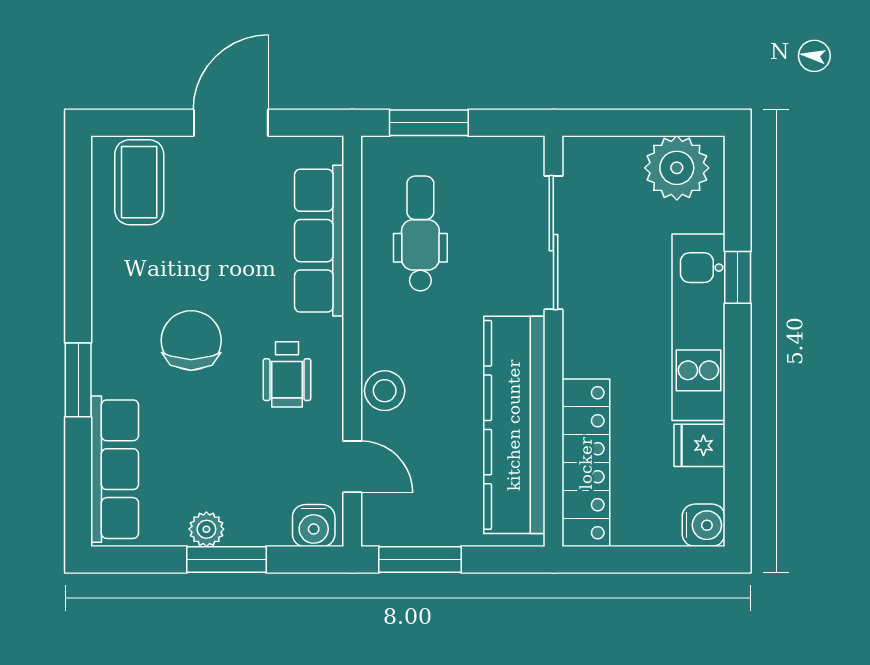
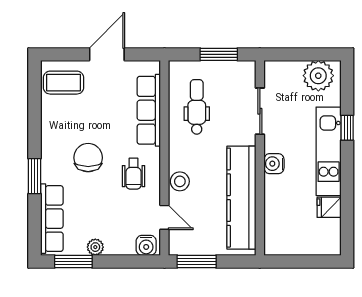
window: (429, 123) -> (219, 54), moved
coffee table: (139, 182) -> (63, 83), turned 90
sliding door: (553, 243) -> (260, 111), width x0.73
locker: (586, 463) -> (275, 216), removed
water cooler: (704, 525) -> (274, 164), moved, turned 180
window: (226, 560) -> (73, 261), moved

